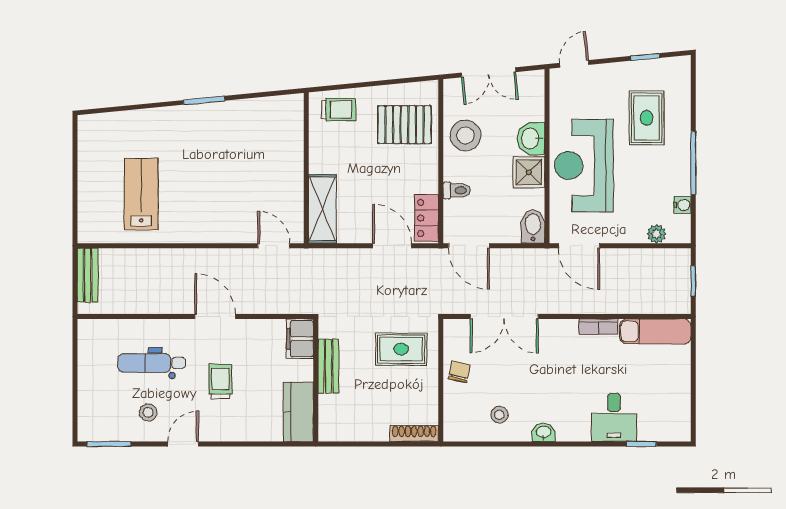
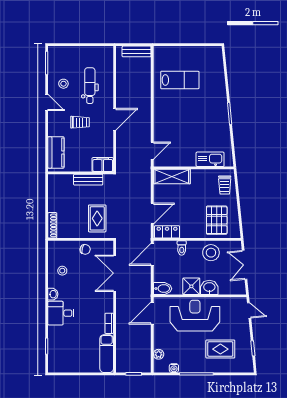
kitchen sink: (290, 137) -> (210, 159), added
kitchen counter: (298, 412) -> (56, 152), moved, turned 90
desk: (614, 417) -> (61, 313), moved

